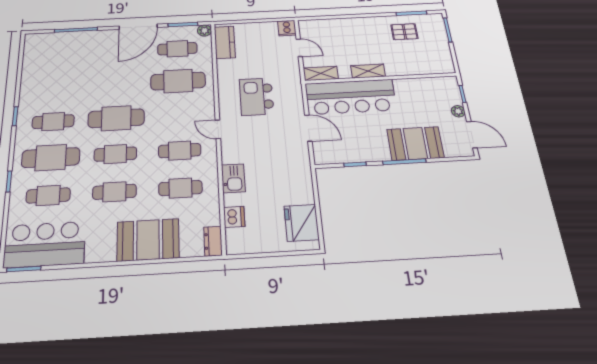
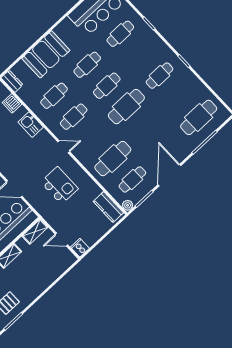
cafe table: (51, 158) -> (199, 117), moved

